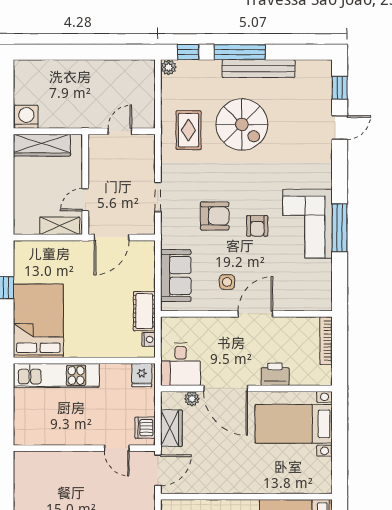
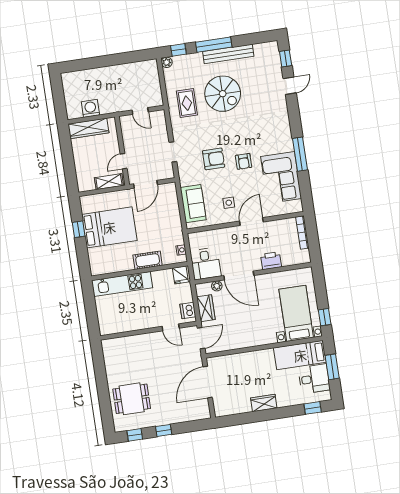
washing machine: (26, 117) -> (90, 108), moved
door: (120, 131) -> (140, 111), swing flipped
corner sofa: (307, 224) -> (281, 177), moved
cot: (144, 311) -> (148, 260), moved, turned 90
bed: (38, 321) -> (109, 227), moved, turned 90
bed with nightstands: (294, 424) -> (296, 313), moved, turned 90
window: (340, 467) -> (325, 317), added

